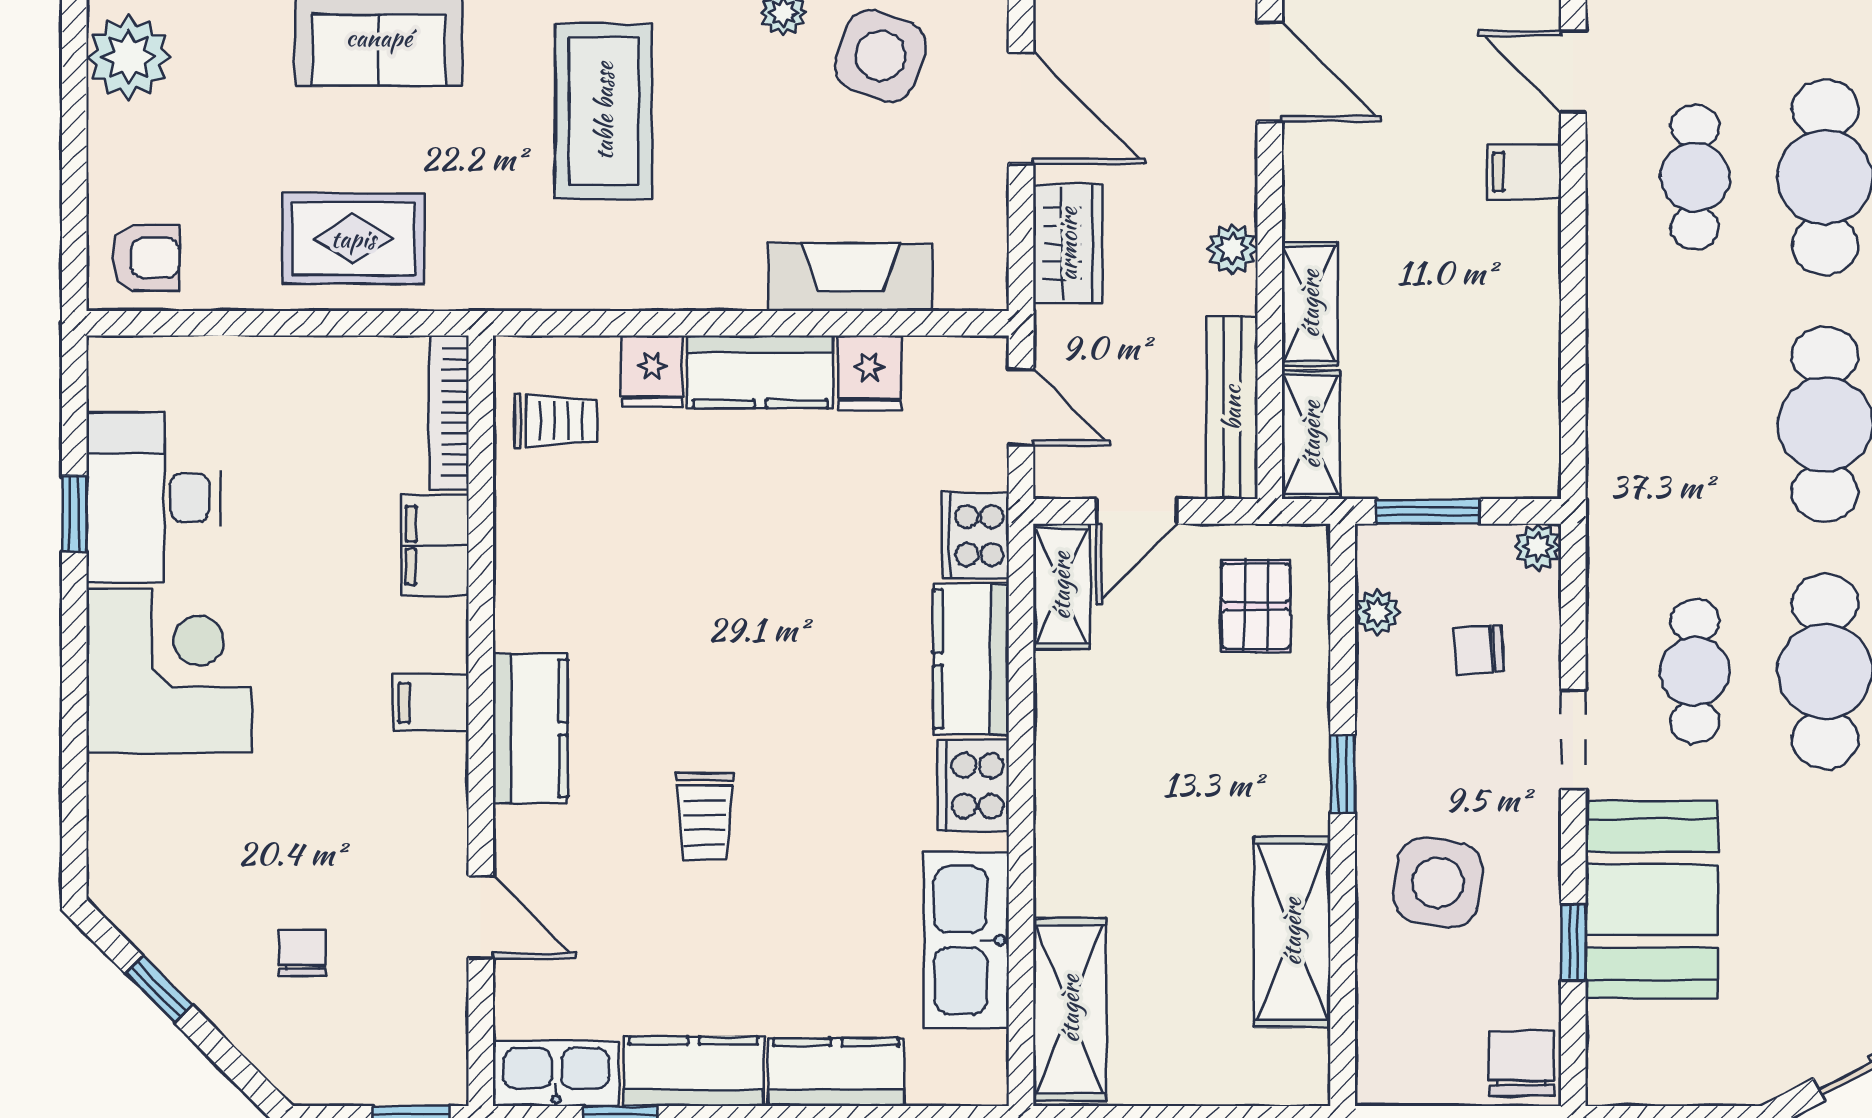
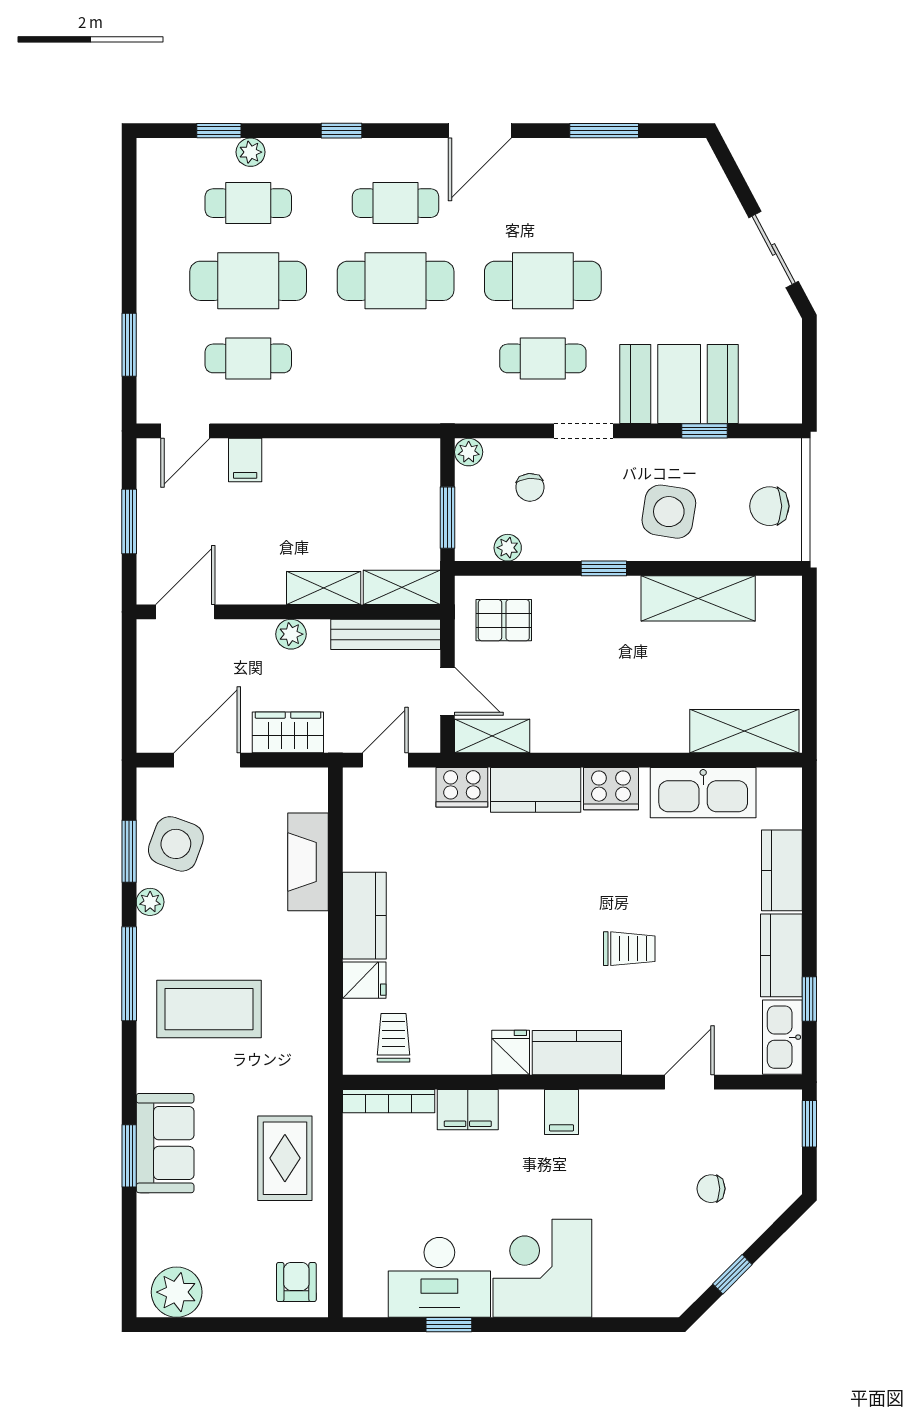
fridge: (869, 373) -> (511, 1053), moved, turned -90
chair: (1521, 1063) -> (769, 506), moved

